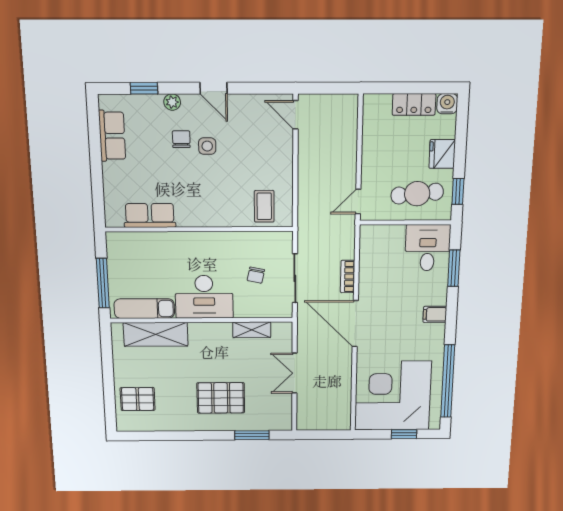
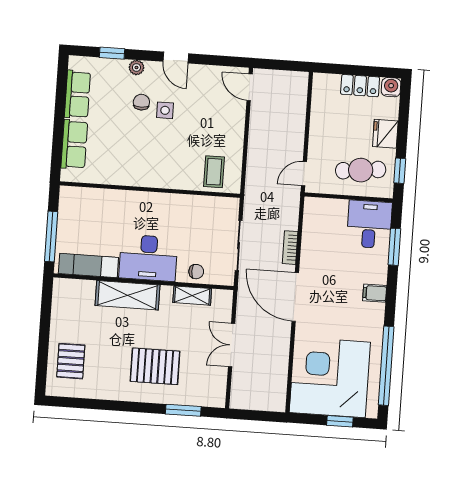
row of seats: (150, 215) -> (74, 144), moved, turned 90
chair: (256, 275) -> (196, 272), moved, turned -102
shelving: (156, 334) -> (127, 295), moved
pallet: (138, 399) -> (71, 361), turned 90

